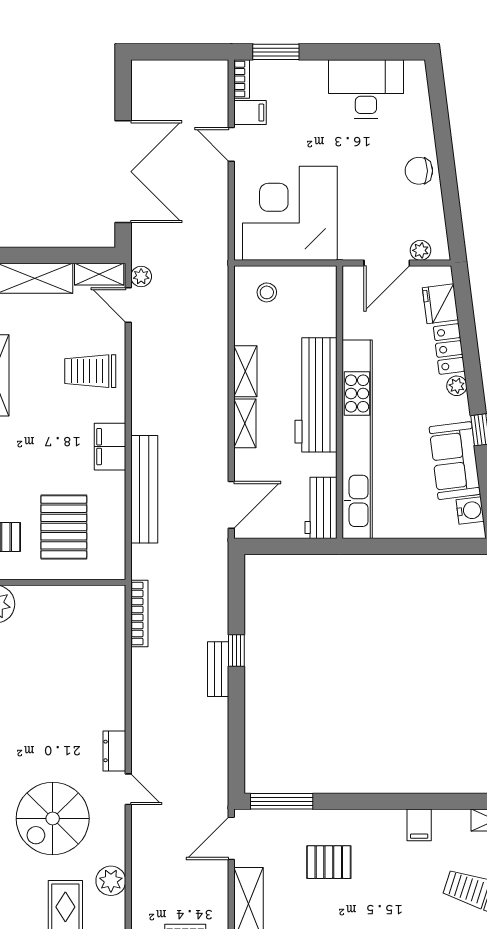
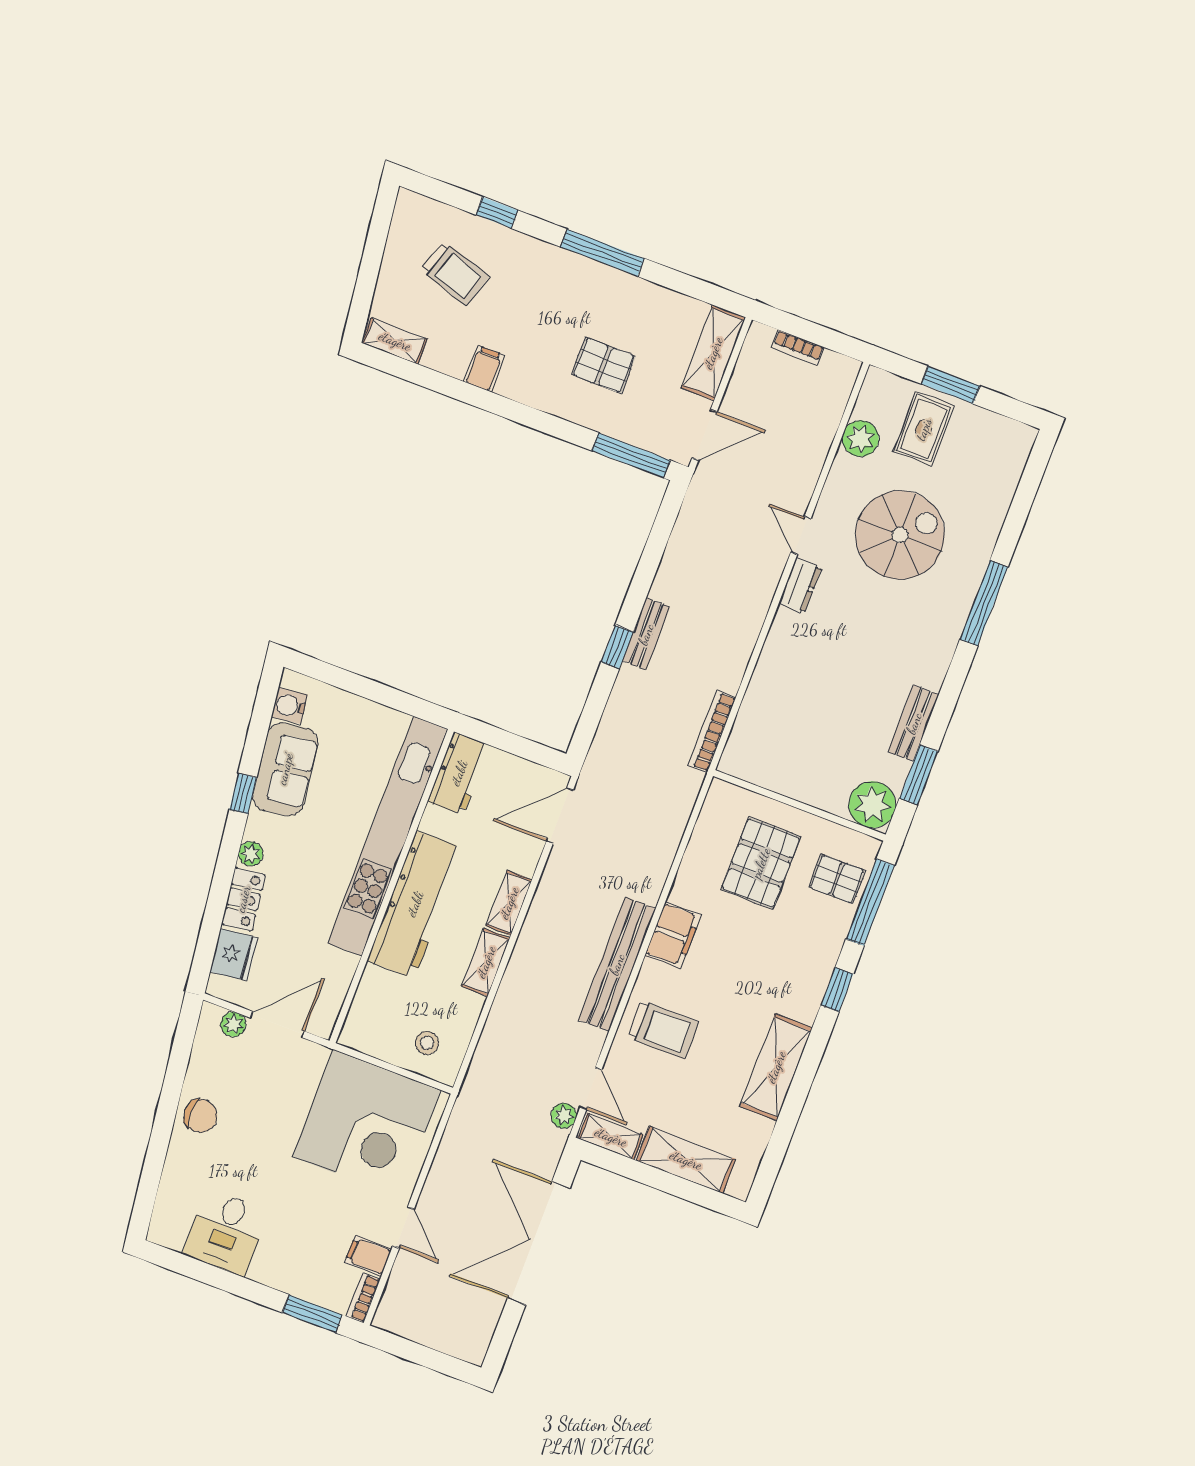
desk: (366, 89) -> (226, 1232), width x0.73
bench: (144, 489) -> (617, 964), moved

